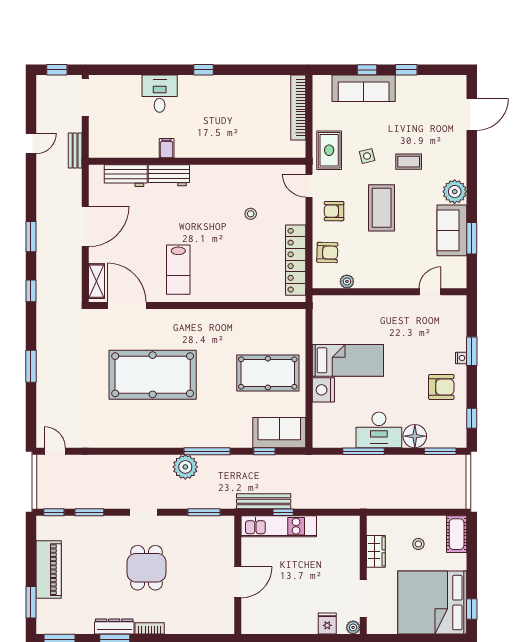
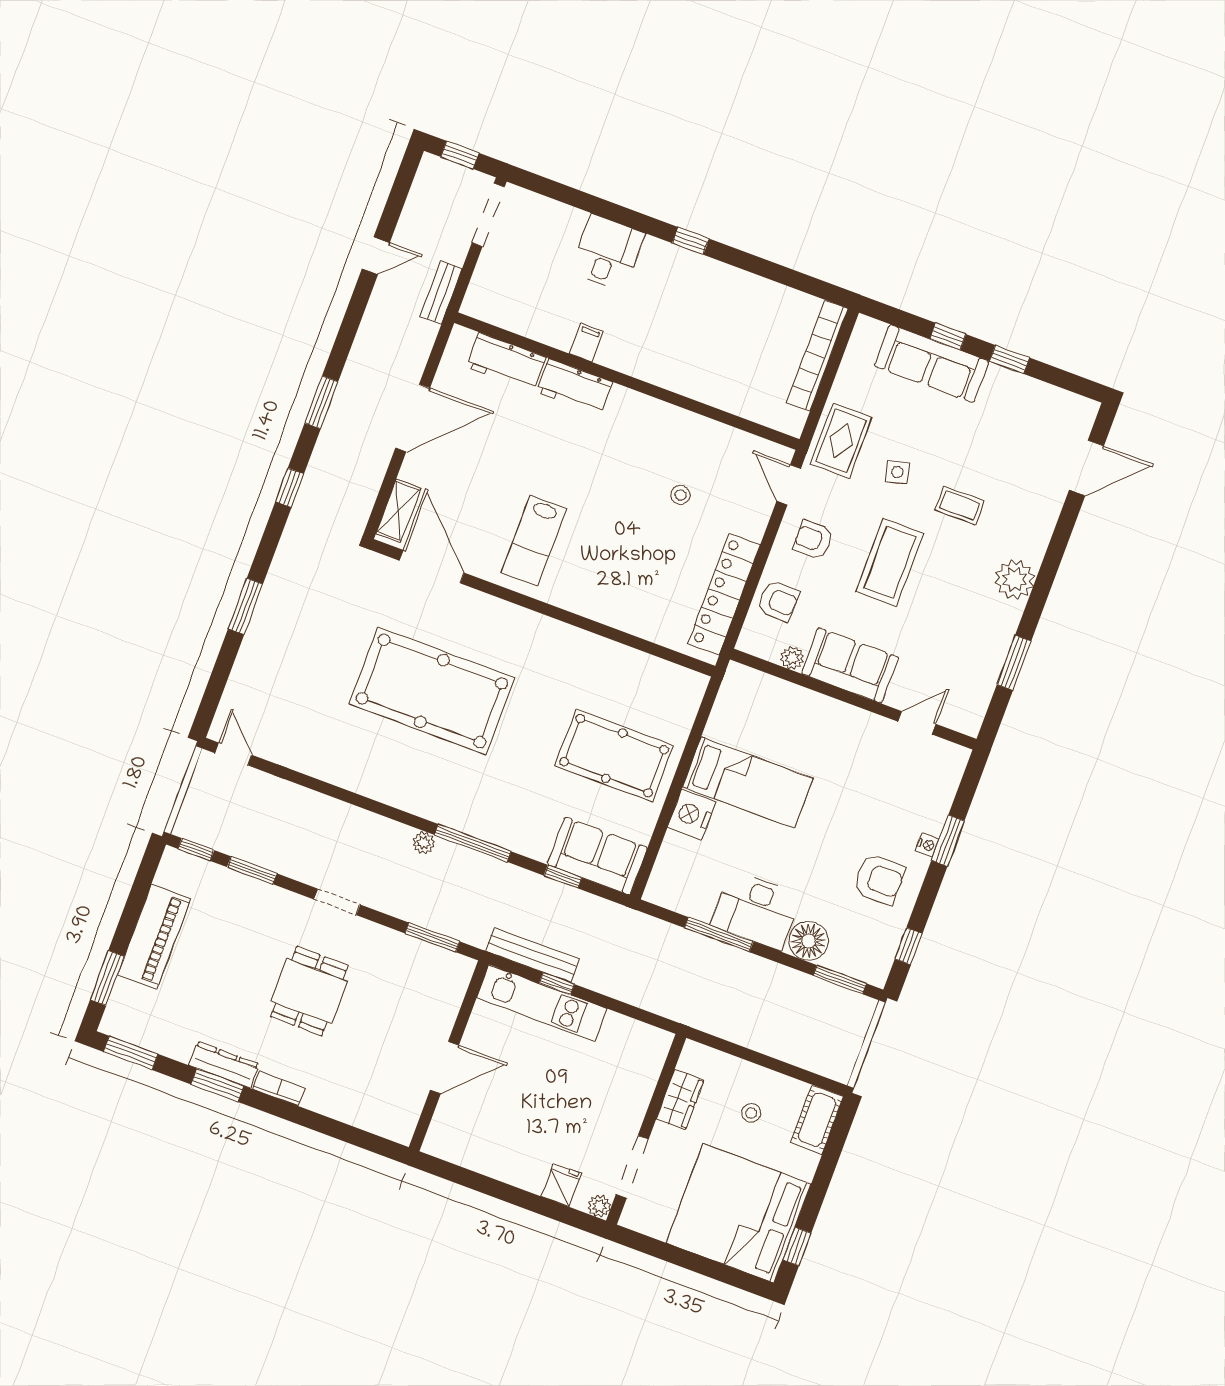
sofa: (452, 230) -> (850, 665), moved, turned 90
plant: (185, 467) -> (424, 843), width x0.53, depth x0.53

